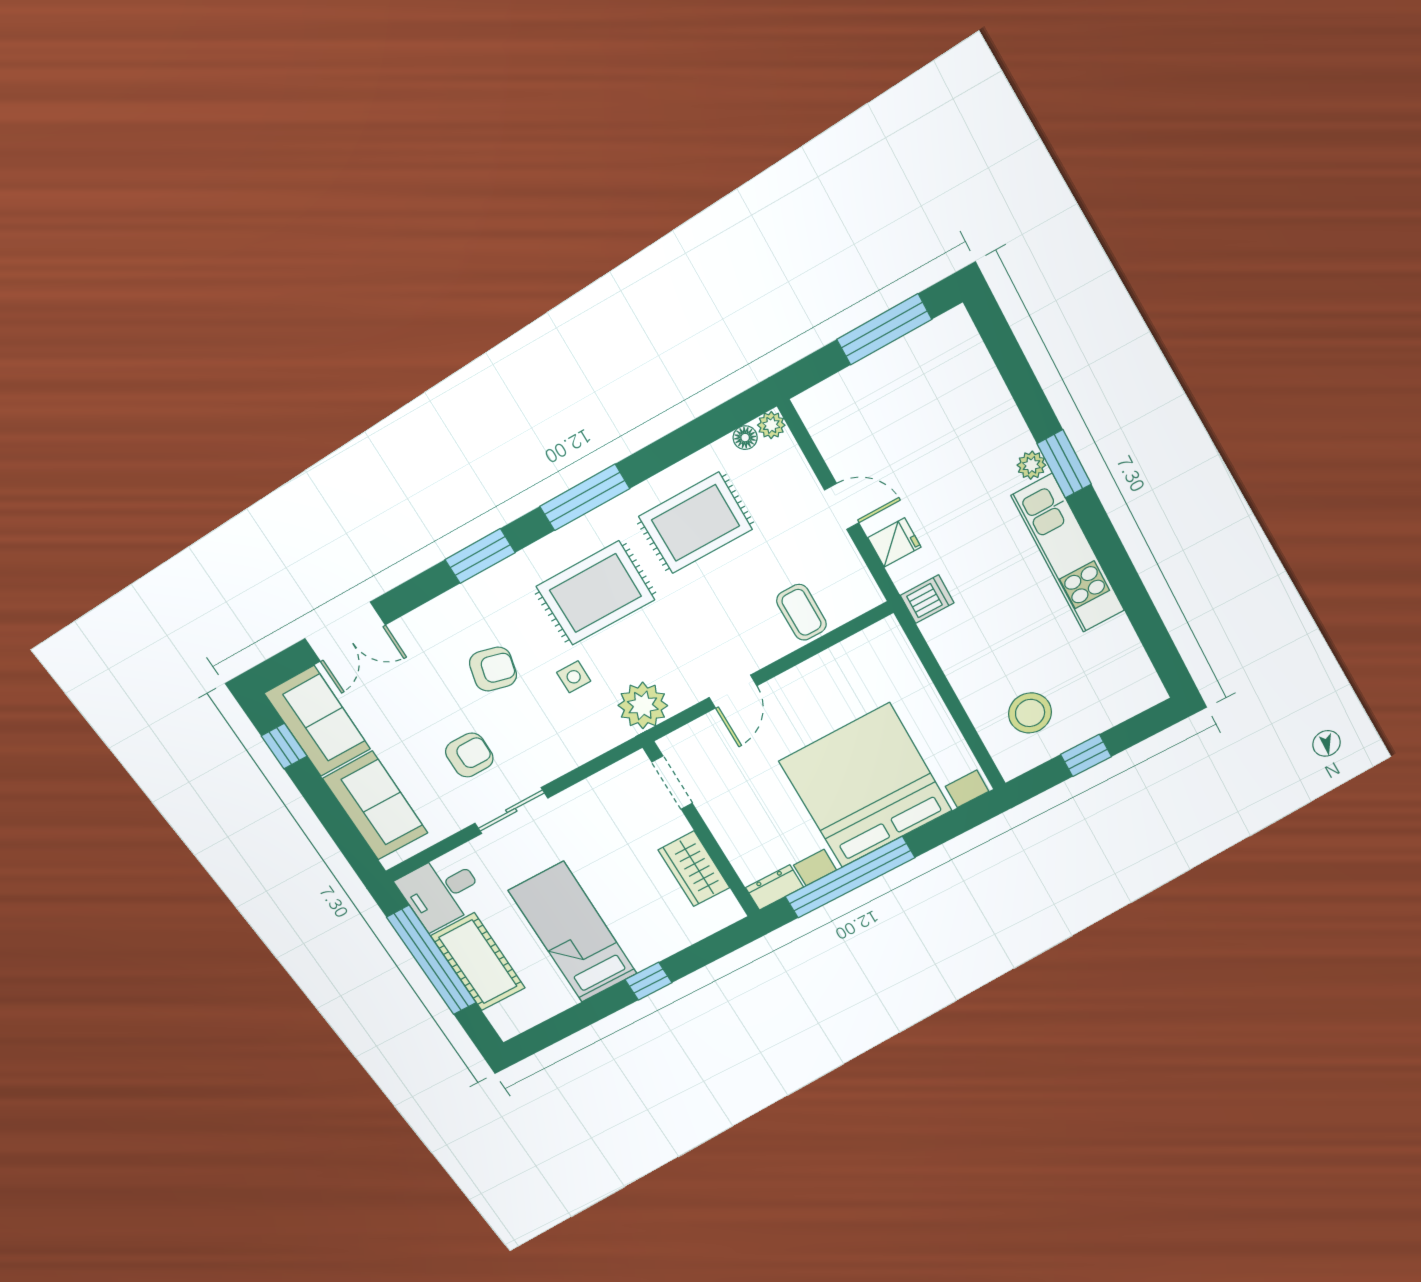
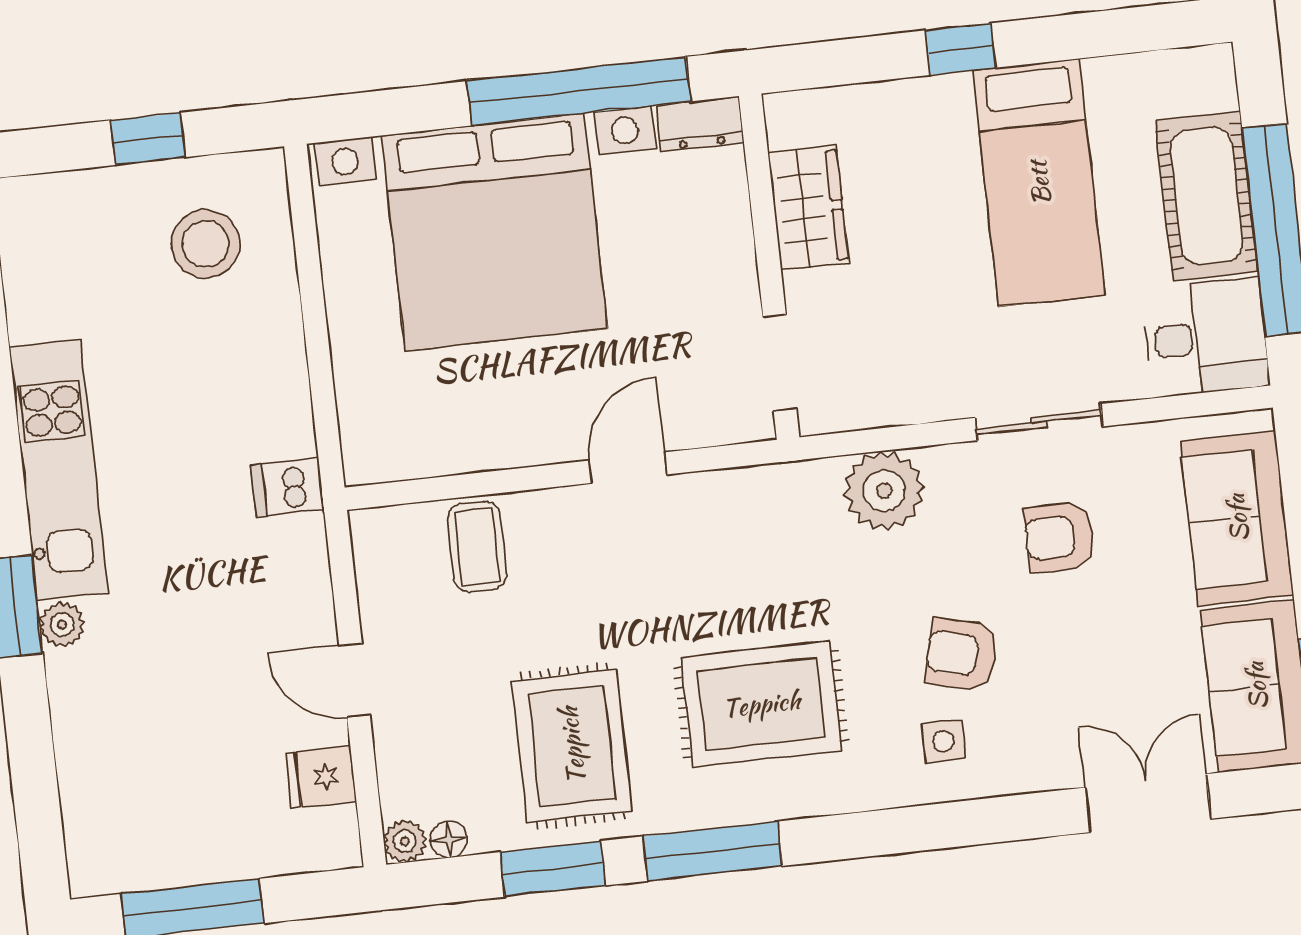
rug: (696, 523) -> (572, 746), turned 90
fridge: (894, 542) -> (321, 777), moved
window: (480, 556) -> (553, 869), moved
side table: (574, 677) -> (943, 741), moved
plant: (643, 705) -> (884, 491), moved

